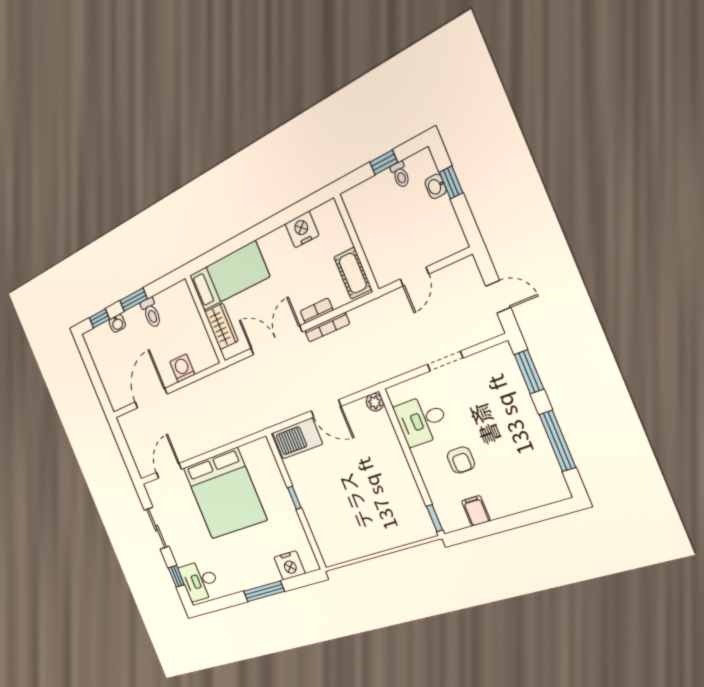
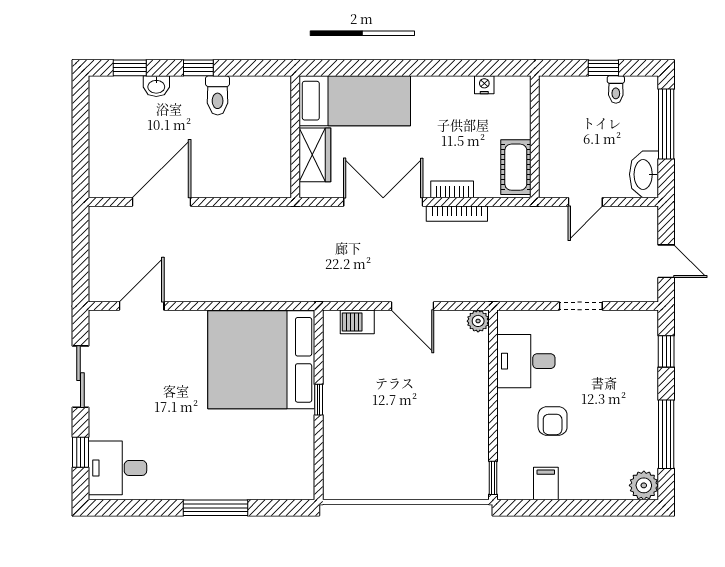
window: (451, 182) -> (666, 124), width x2.17
washbasin: (436, 186) -> (644, 174), moved, width x1.91, depth x1.45
nightstand: (302, 230) -> (484, 85), width x0.53, depth x0.56
window: (134, 300) -> (198, 68), width x0.67
washing machine: (182, 368) -> (231, 182), removed
window: (529, 372) -> (666, 351), width x0.67
barbecue: (297, 438) -> (357, 322), width x0.53, depth x0.65
plant: (556, 489) -> (644, 485), added
bed: (225, 494) -> (261, 360), moved, turned 90
nightstand: (290, 565) -> (271, 483), removed

